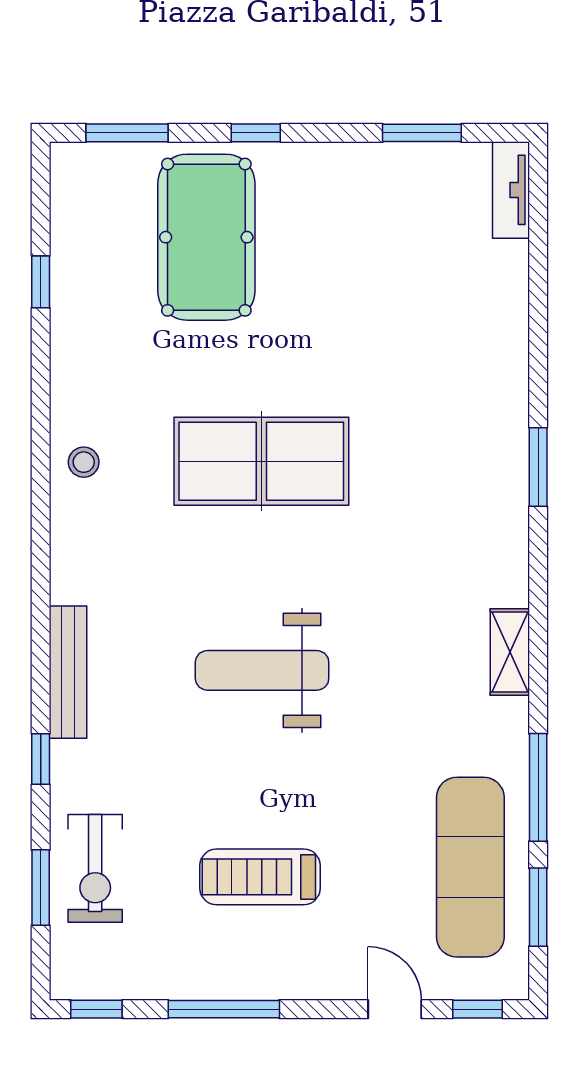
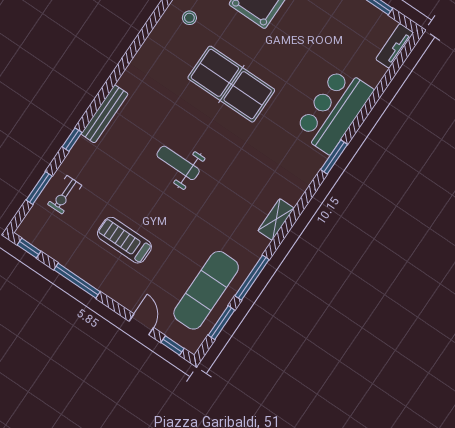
bar counter: (481, 382) -> (334, 110), added
stool: (84, 462) -> (189, 18), moved
weight bench: (262, 670) -> (178, 163), width x0.73, depth x0.75
exercise bike: (95, 868) -> (65, 195), width x0.73, depth x0.72

